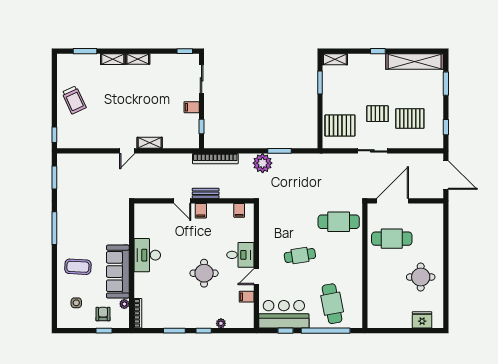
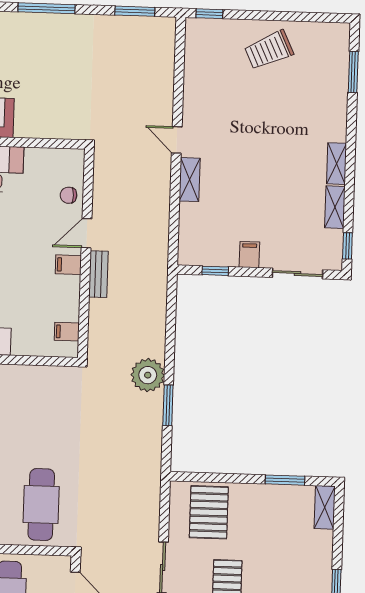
shelving: (113, 59) -> (335, 207), moved
bookcase: (215, 159) -> (158, 293), removed
chair: (161, 212) -> (68, 195), added

